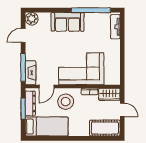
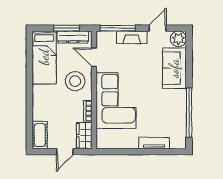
sofa: (68, 22) -> (174, 68), moved
tv unit: (115, 27) -> (154, 143), moved
door: (23, 35) -> (158, 28), hinge flipped
fireplace: (31, 73) -> (132, 37), moved
cot: (105, 128) -> (40, 135), width x0.73, depth x0.75

